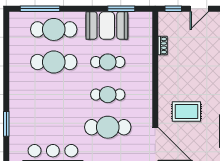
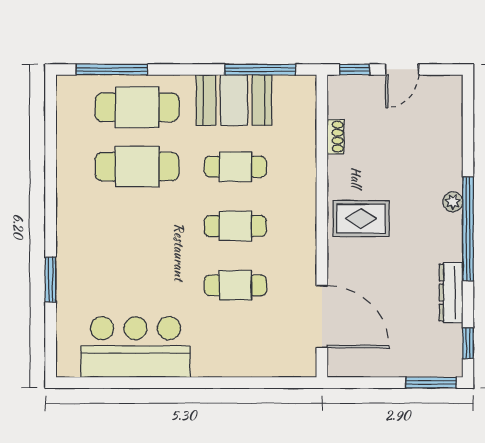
window: (121, 9) -> (260, 69), width x1.44
rug: (186, 111) -> (361, 219), moved
cafe table: (108, 127) -> (235, 285), width x0.73, depth x0.74

